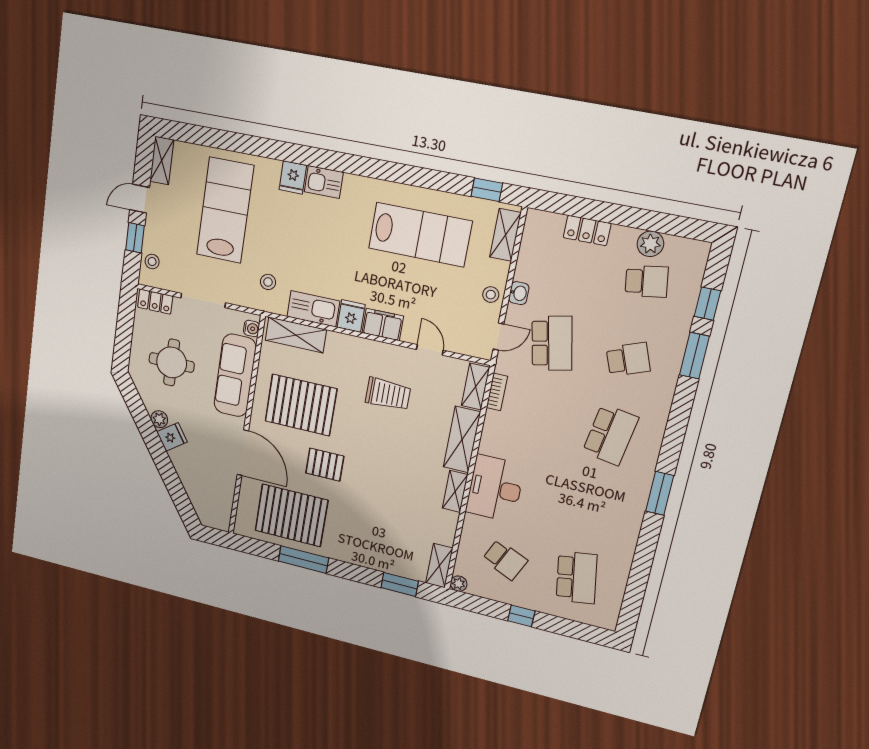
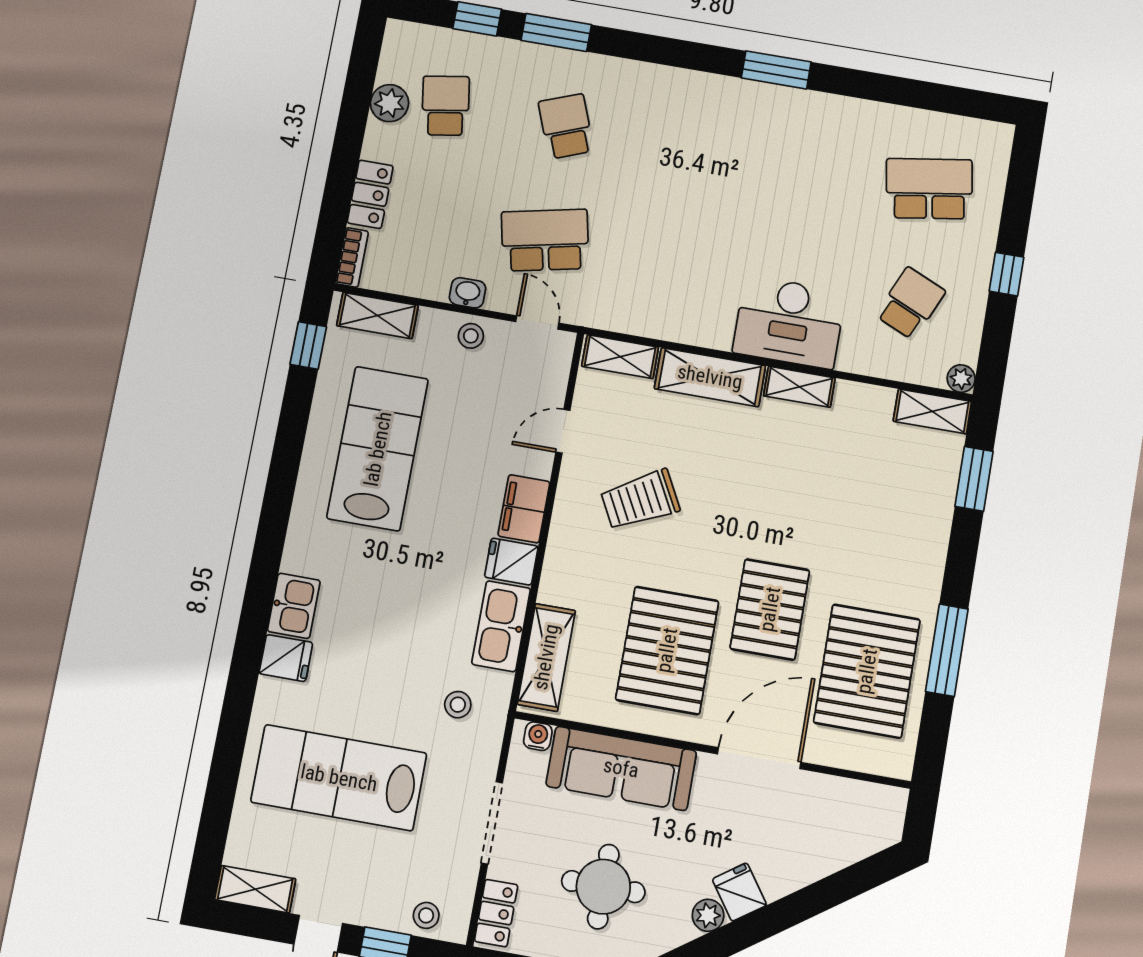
bookcase: (497, 392) -> (352, 257), moved, turned 90
trolley: (388, 394) -> (640, 500), turned -118
school desk: (610, 435) -> (687, 147), removed
pallet: (325, 465) -> (770, 609), width x1.50, depth x1.42

